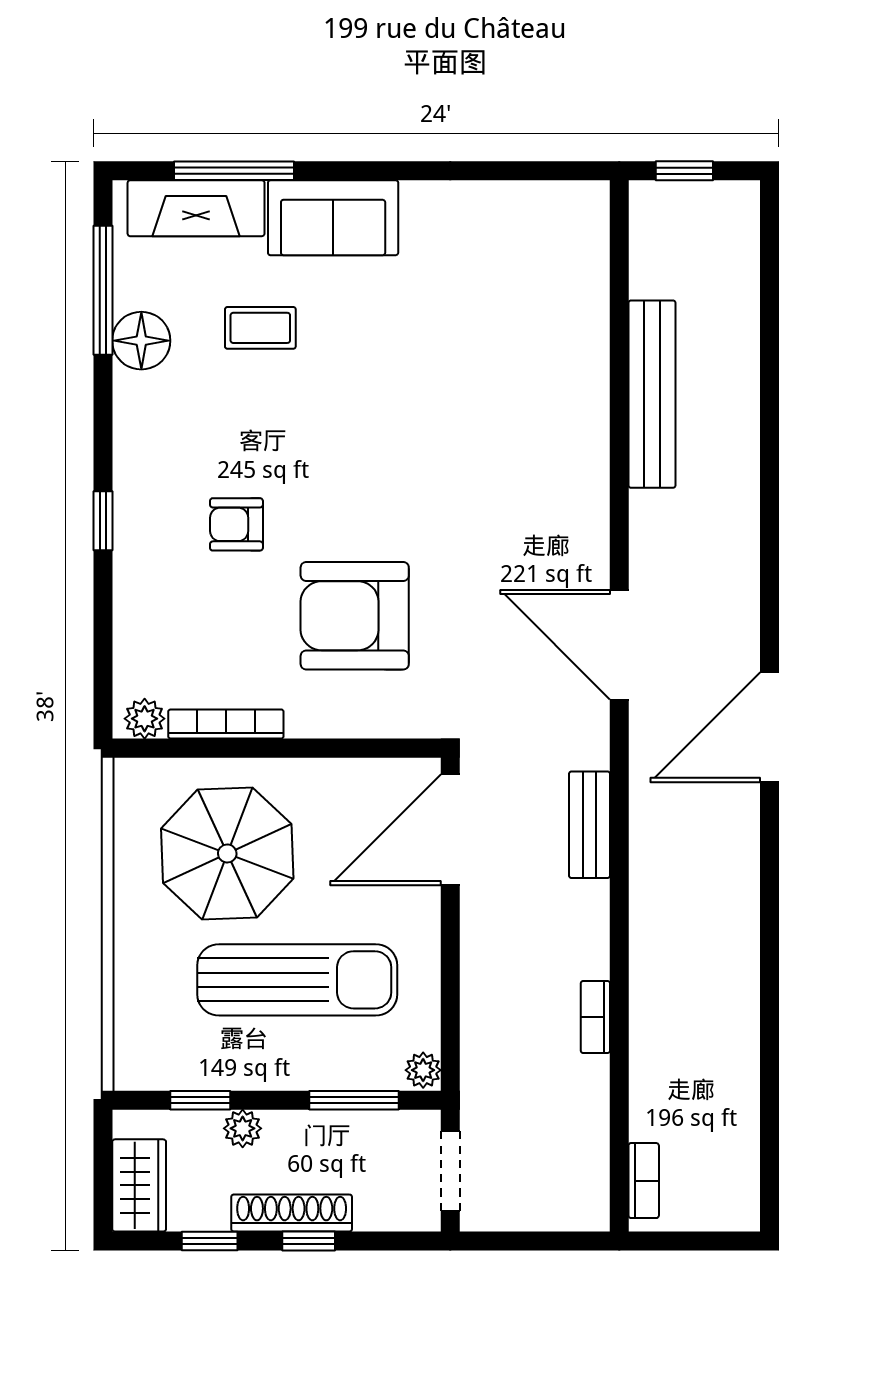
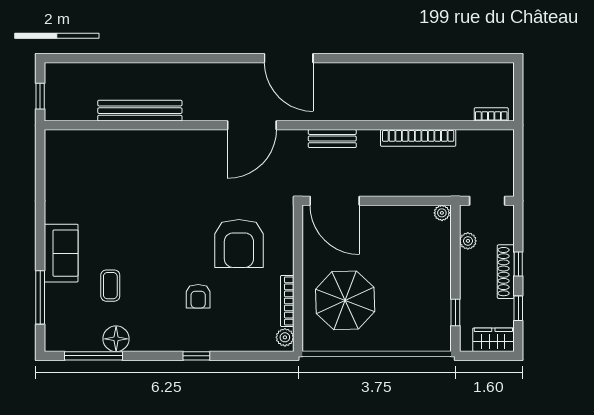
fireplace: (196, 208) -> (57, 314), removed
sun lounger: (297, 980) -> (402, 269), removed
bookcase: (595, 1017) -> (418, 138), width x2.31, depth x1.31
window: (354, 1100) -> (455, 244), removed
plant: (243, 1128) -> (468, 241), moved

